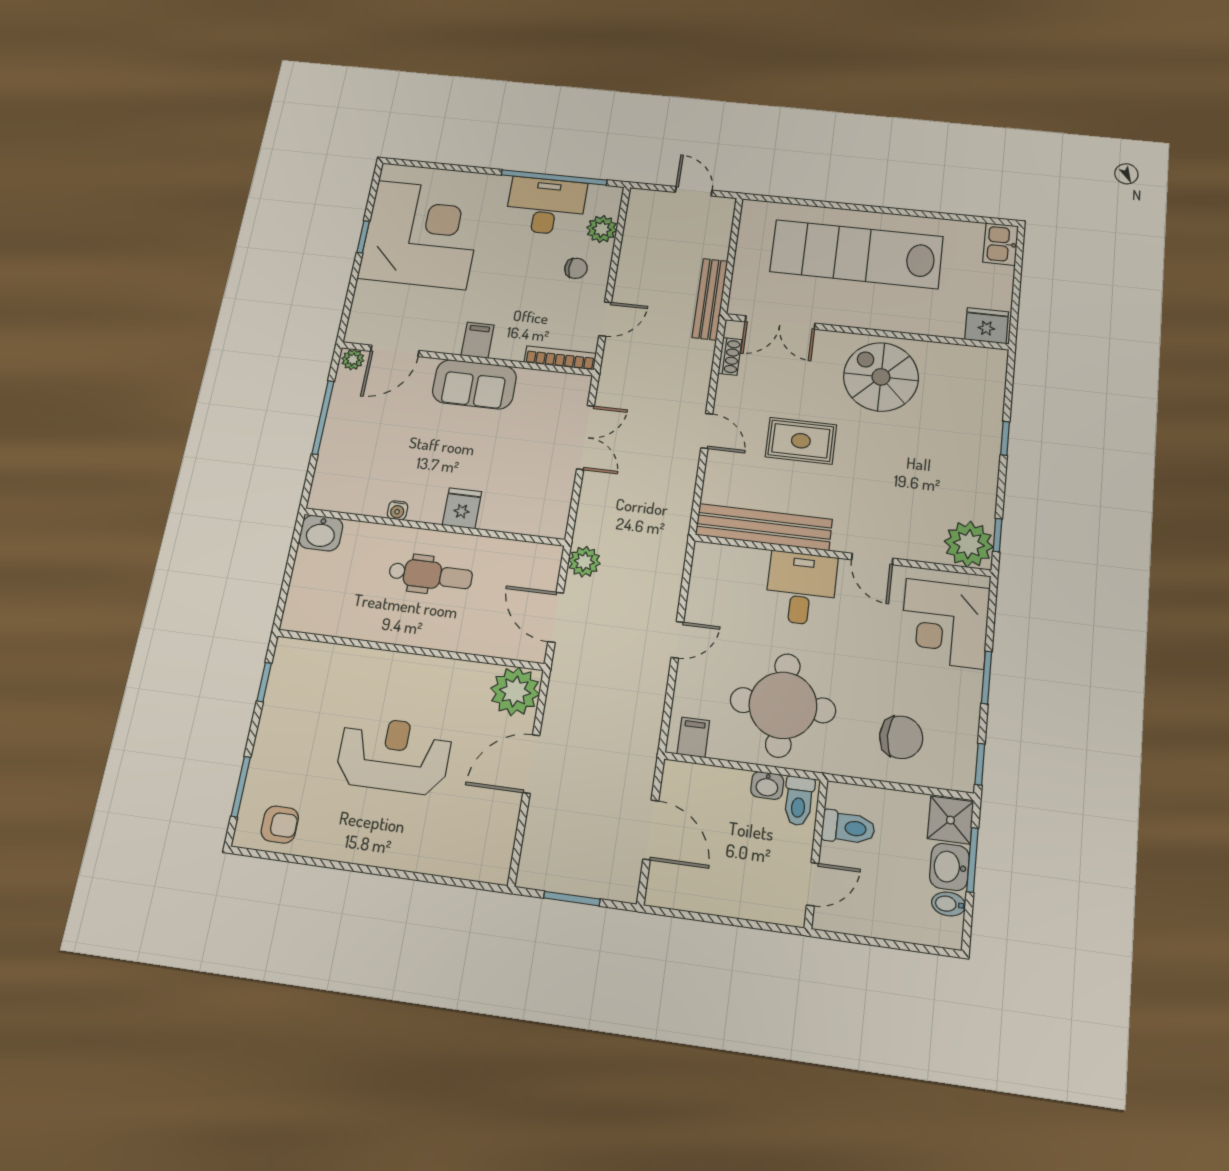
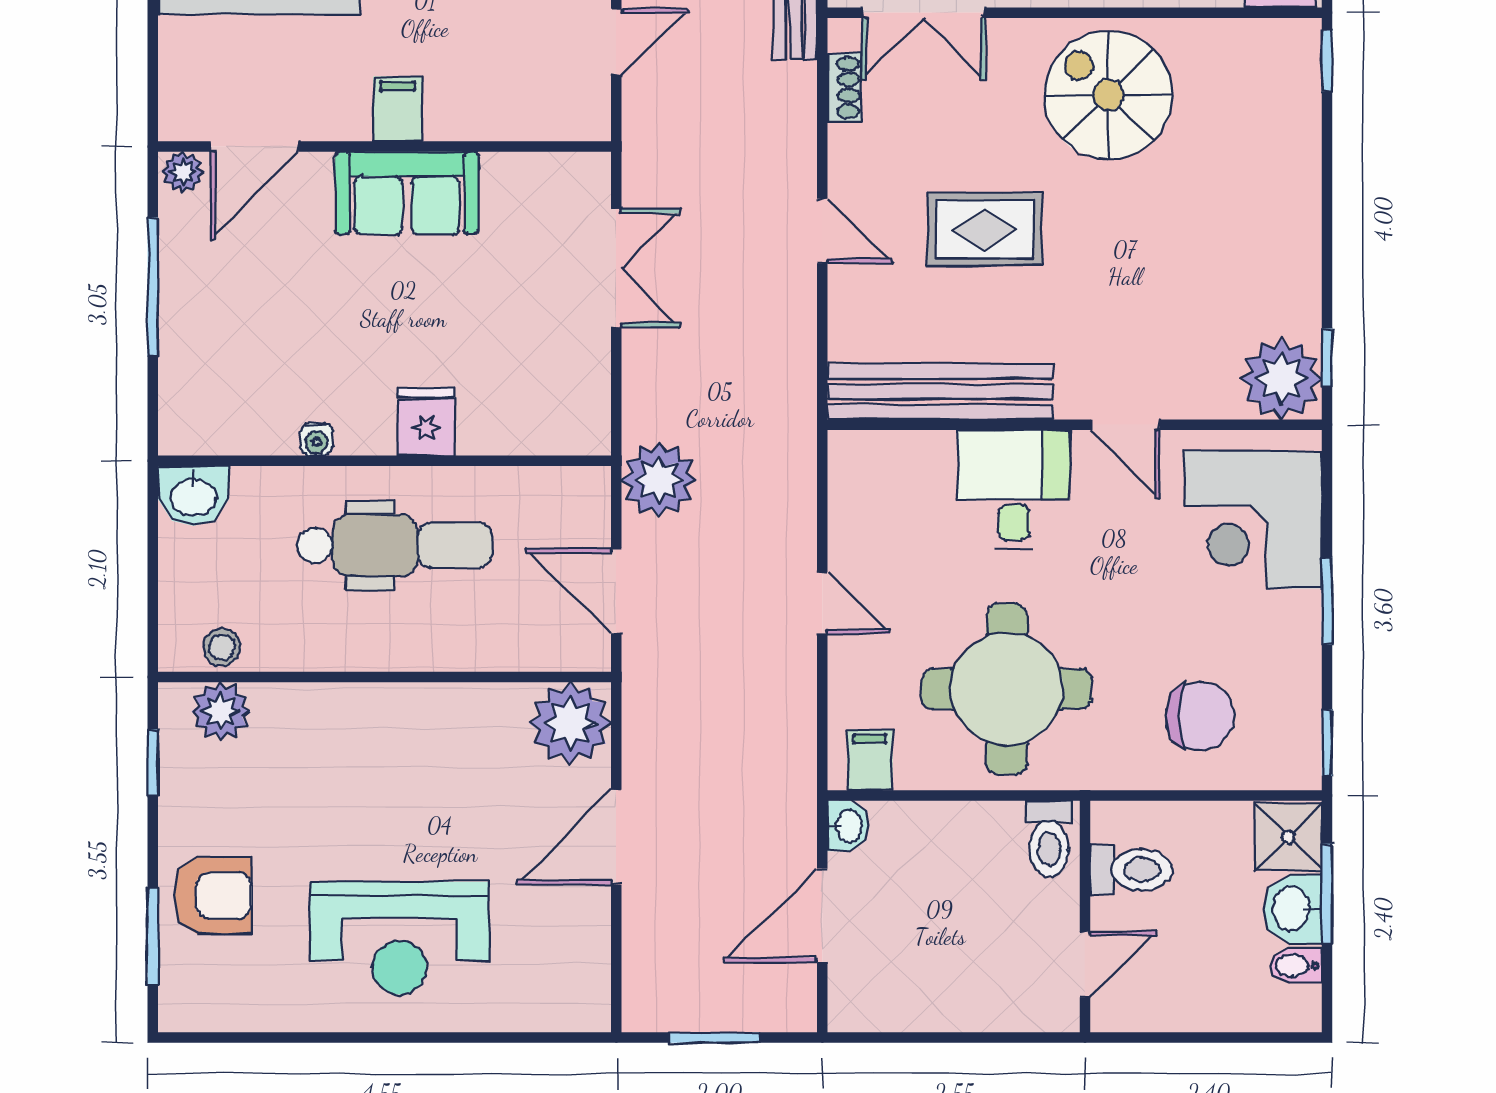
bookcase: (560, 358) -> (549, 125), removed
window: (1005, 438) -> (1327, 61), moved
plant: (584, 562) -> (659, 480), width x1.36, depth x1.36
dental chair: (431, 575) -> (395, 545), width x1.36, depth x1.38
stool: (319, 620) -> (222, 647), added
door: (677, 640) -> (822, 603), hinge flipped
plant: (310, 657) -> (221, 711), added
reception desk: (394, 755) -> (399, 938), moved, turned 180
washbasin: (767, 785) -> (848, 826), moved, turned -90
armchair: (280, 825) -> (213, 895), moved, width x1.38, depth x1.38
door: (651, 830) -> (822, 915), swing flipped

